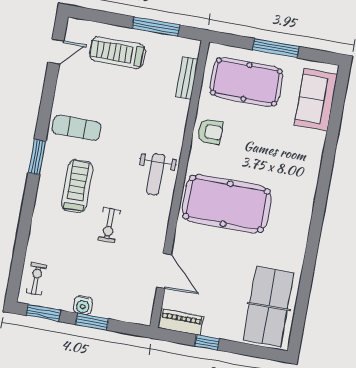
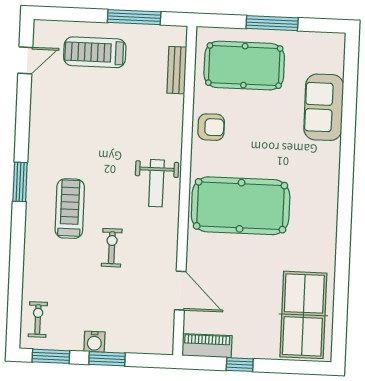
sofa: (316, 100) -> (324, 107), moved
exercise mat: (77, 128) -> (60, 143), removed
exercise bike: (109, 225) -> (112, 248), turned 180

